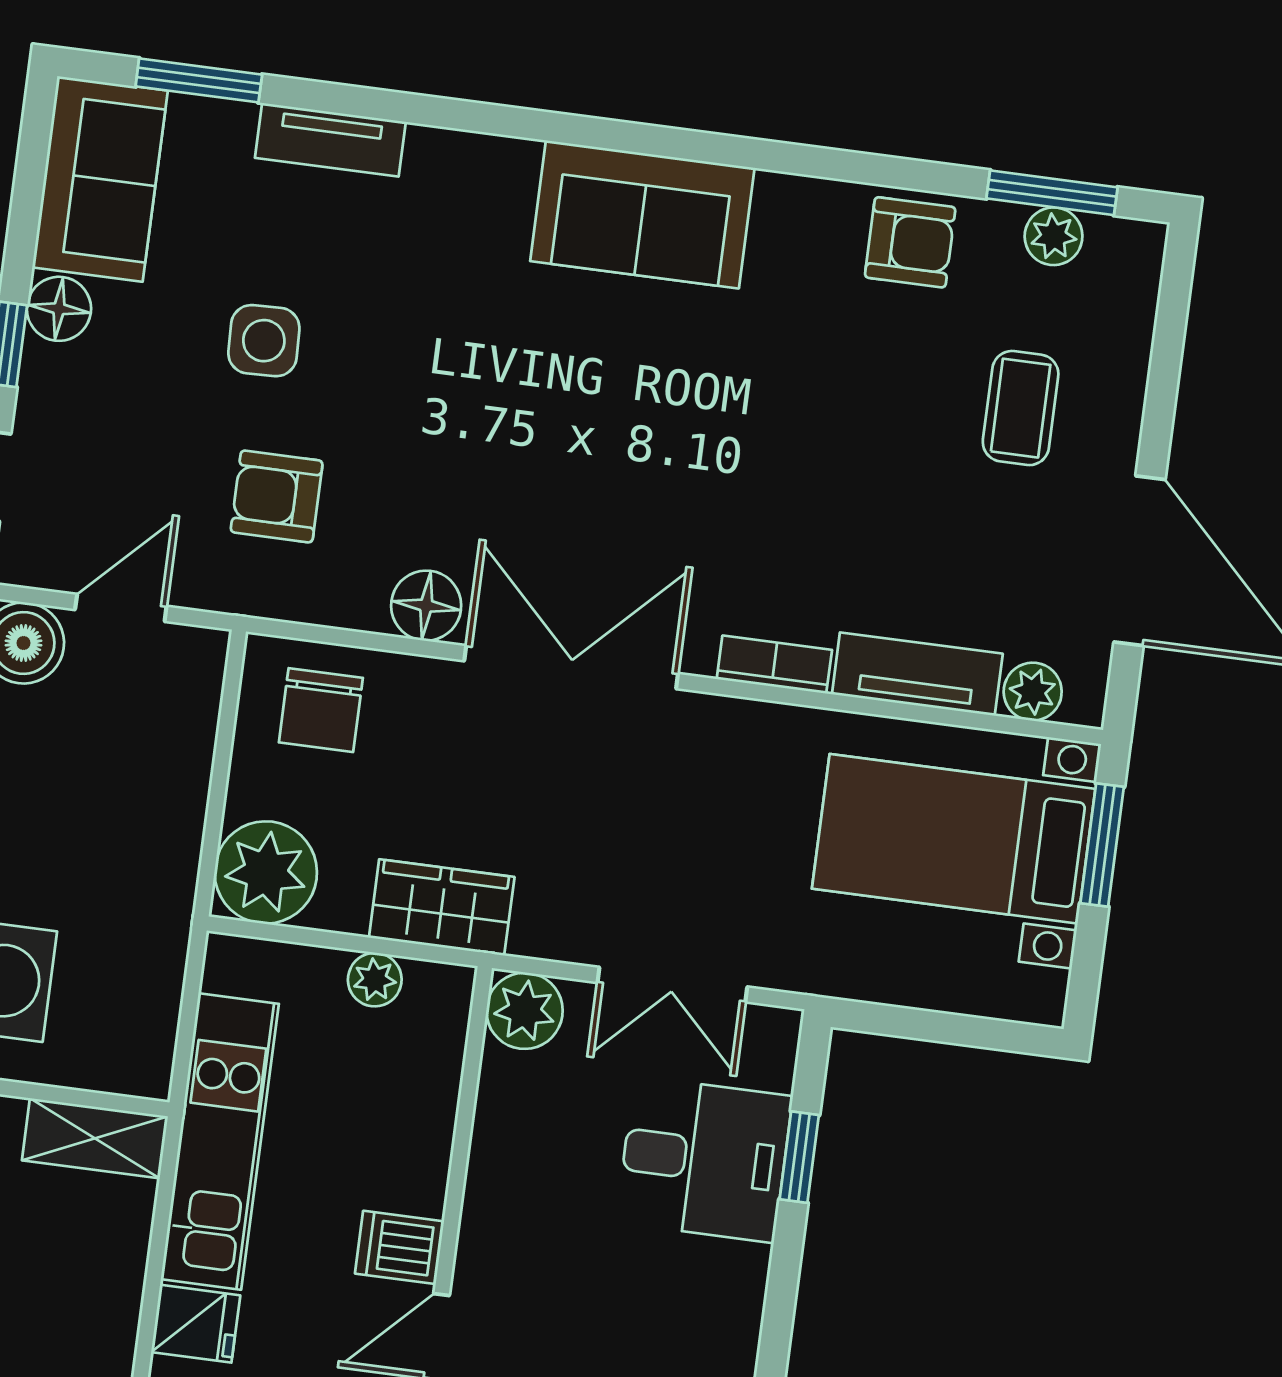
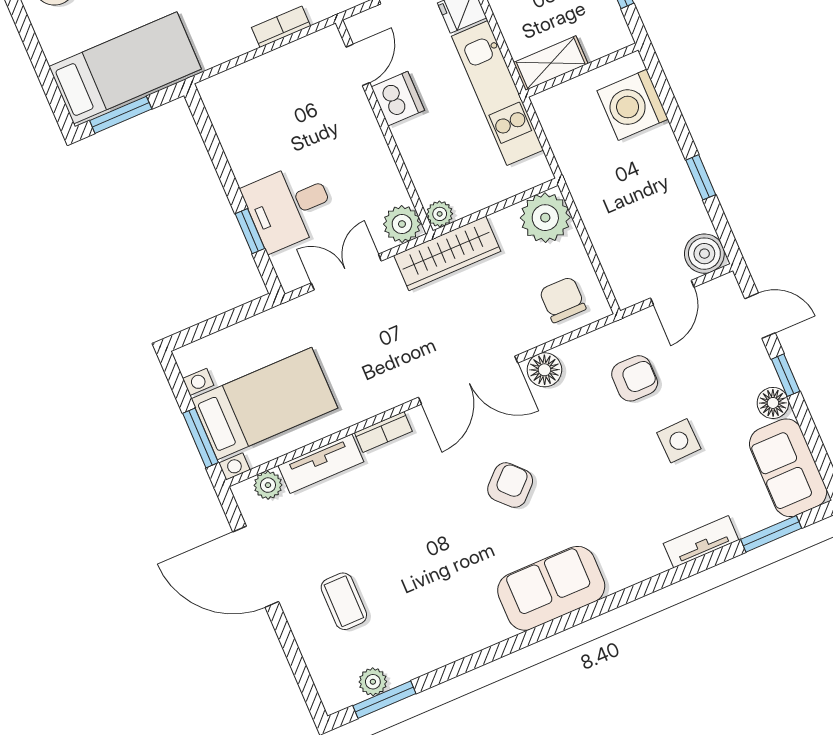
armchair: (910, 242) -> (510, 485), moved, turned 136
wardrobe: (442, 907) -> (447, 253), width x1.50
plant: (375, 980) -> (440, 214), moved
dishwasher: (400, 1247) -> (398, 99), width x1.38

